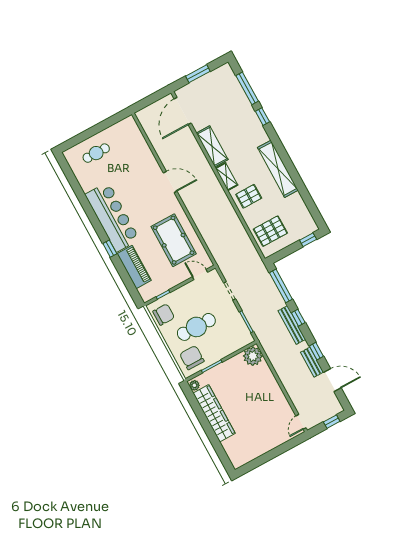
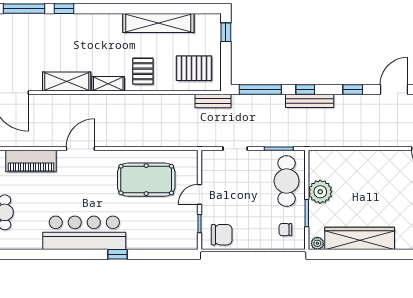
shelving: (278, 169) -> (158, 23), moved
pallet: (270, 231) -> (194, 68), turned 90
piano: (134, 267) -> (31, 161), moved, turned 180
door: (200, 274) -> (199, 194), moved
chair: (164, 315) -> (222, 235), turned 90
cafe table: (196, 327) -> (287, 181), moved
plant: (253, 356) -> (320, 192), moved
chair: (192, 358) -> (285, 230), width x0.54, depth x0.54
bench: (312, 362) -> (213, 101), moved

